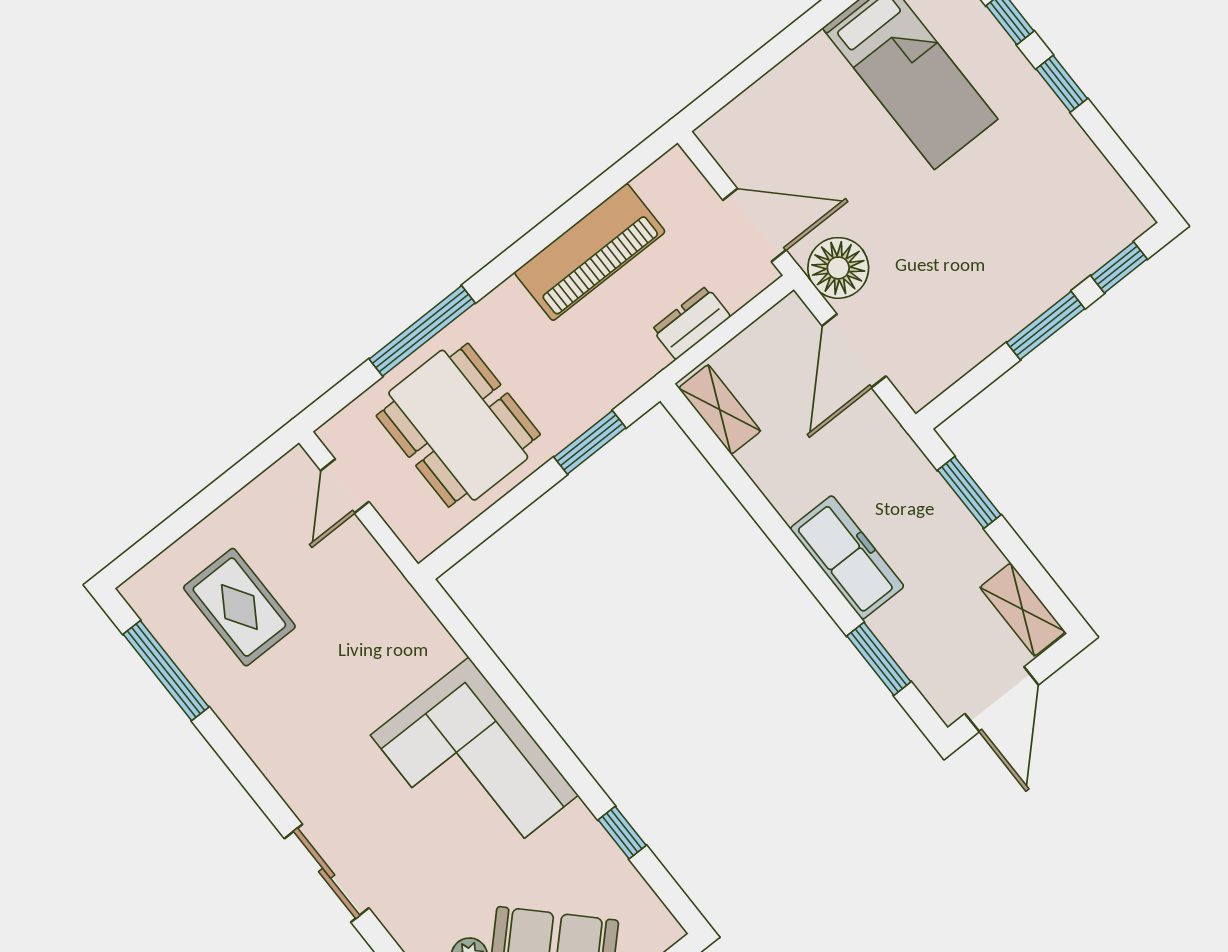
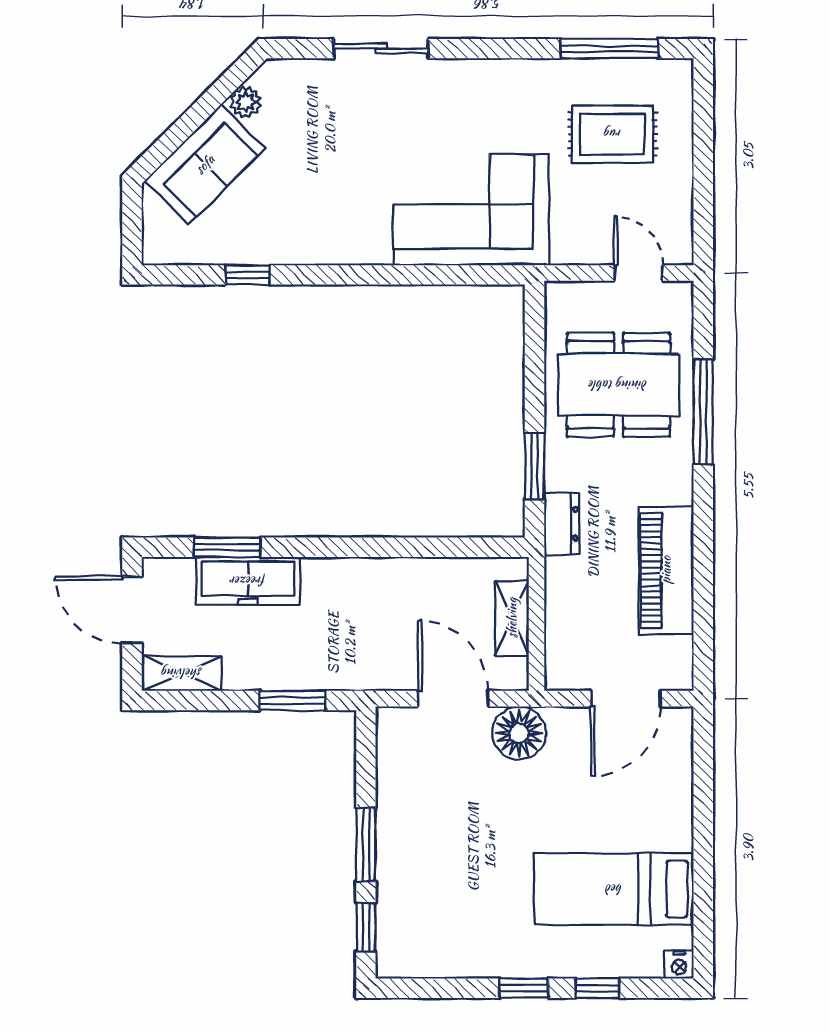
door: (754, 225) -> (626, 699), moved
dresser: (691, 323) -> (562, 524), moved
shelving: (720, 410) -> (512, 618), moved, turned 90
freezer: (847, 557) -> (248, 581), moved
corner sofa: (474, 765) -> (471, 210), moved

